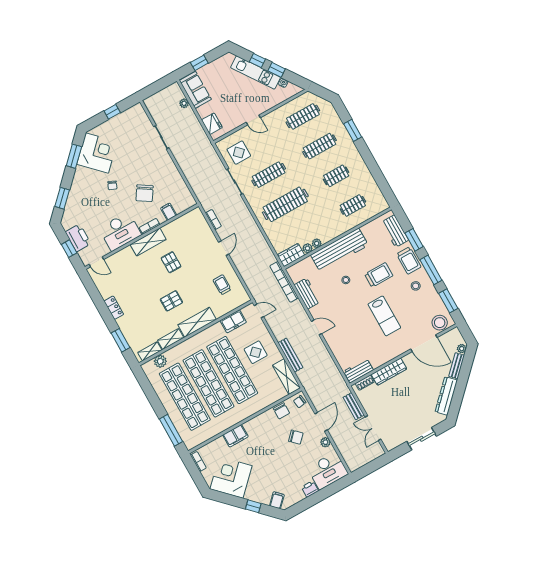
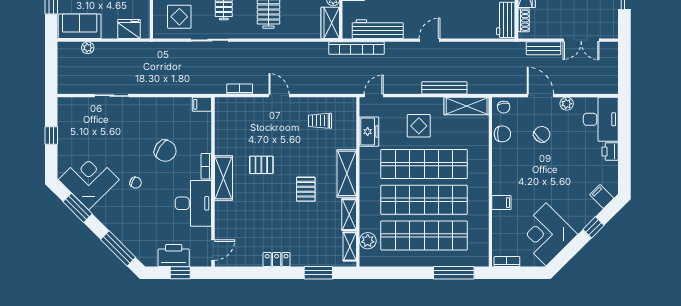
window: (62, 198) -> (118, 248), width x1.44
filing cabinet: (169, 212) -> (202, 104), moved
workbench: (307, 294) -> (378, 29), width x1.37
filing cabinet: (235, 436) -> (501, 203), width x0.50

